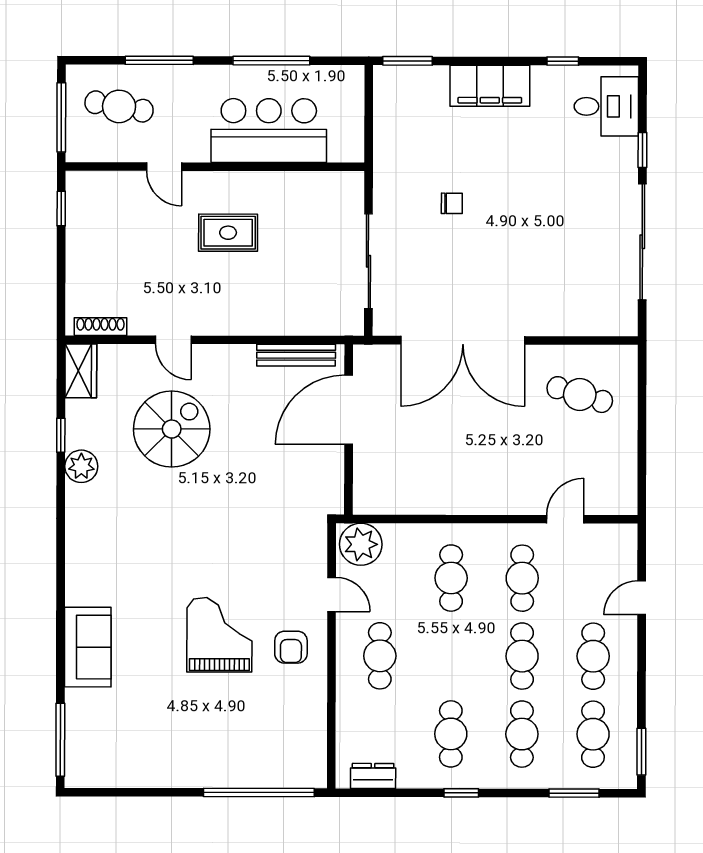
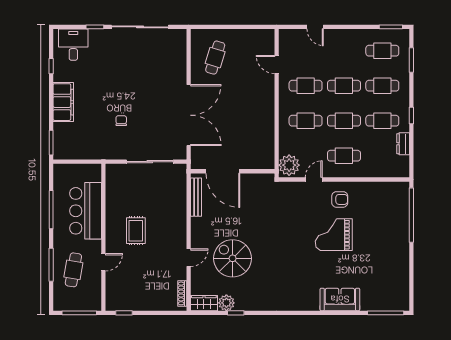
cafe table: (119, 106) -> (73, 270), moved
plant: (81, 466) -> (226, 303), moved
cafe table: (593, 656) -> (344, 121), moved
dresser: (373, 776) -> (403, 144), moved

